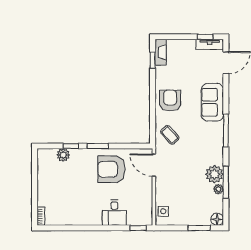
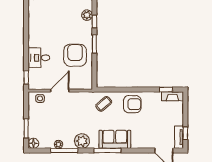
sofa: (212, 102) -> (115, 139), moved
door: (154, 165) -> (60, 91), moved
plant: (214, 174) -> (82, 141), moved

